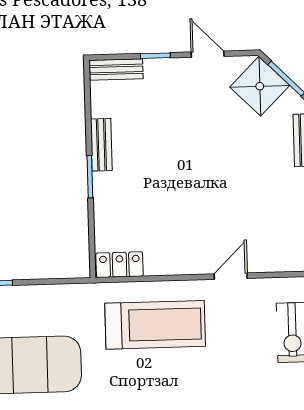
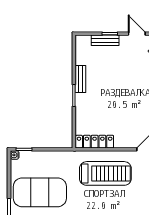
bench: (116, 69) -> (105, 40), moved
locker: (120, 265) -> (95, 142), width x1.53

